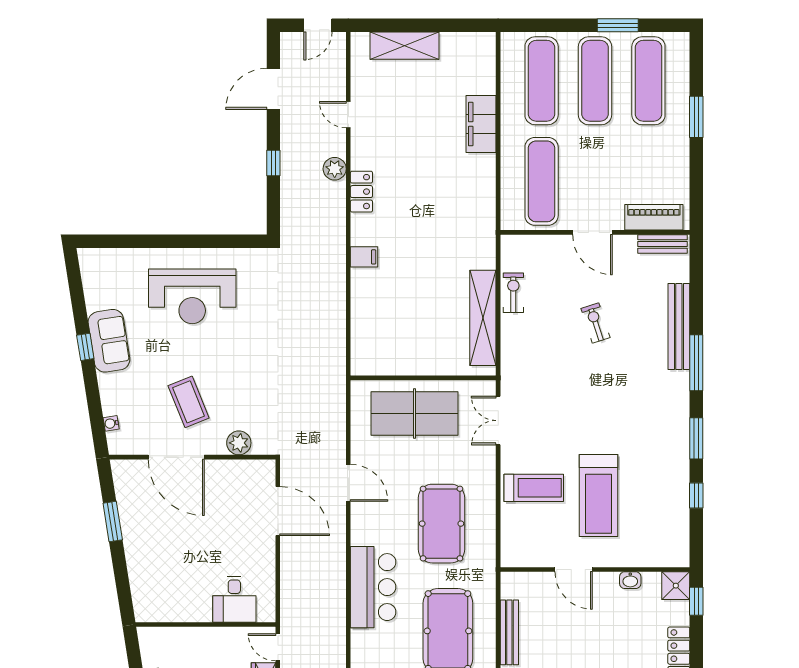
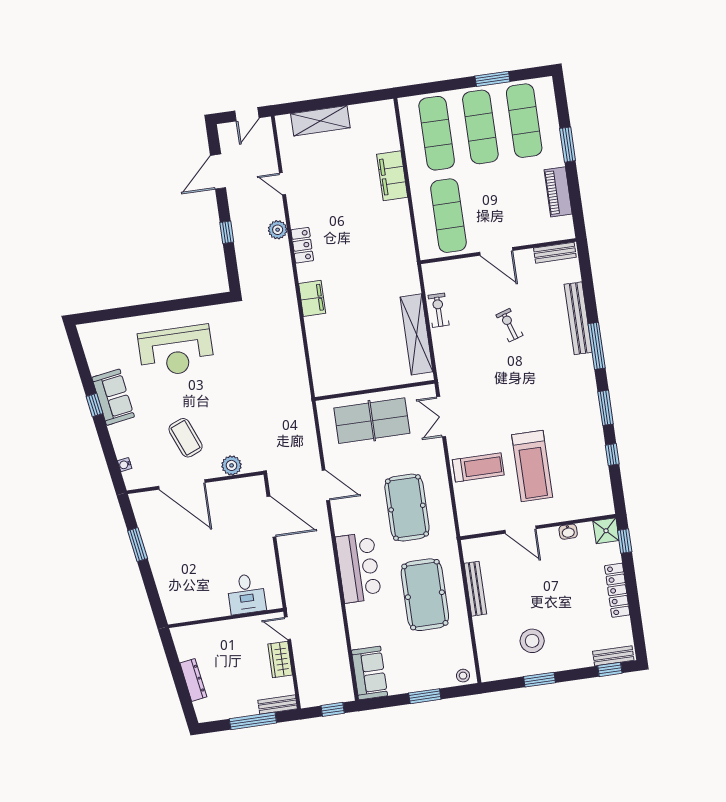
piano: (654, 217) -> (558, 192), moved, turned -90
filing cabinet: (364, 257) -> (312, 298), width x2.00

